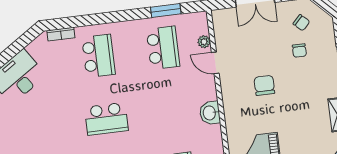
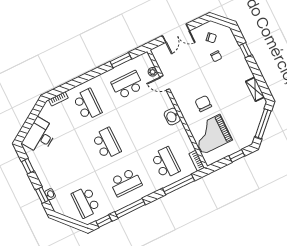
school desk: (163, 48) -> (127, 85), turned -90
chair: (264, 85) -> (203, 104), moved
school desk: (106, 119) -> (107, 143), turned -90

